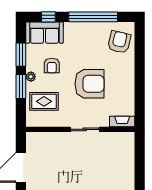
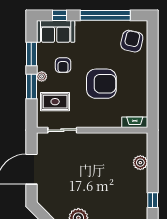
sliding door: (85, 129) -> (62, 130), moved
plant: (128, 161) -> (140, 163), added

